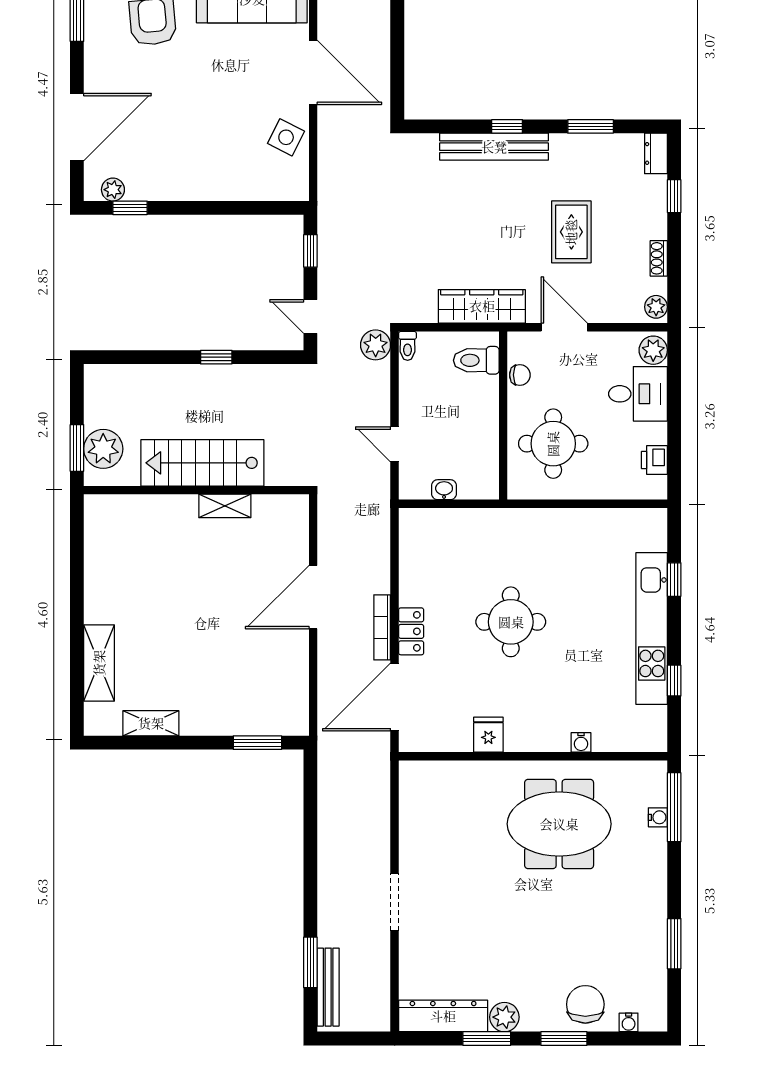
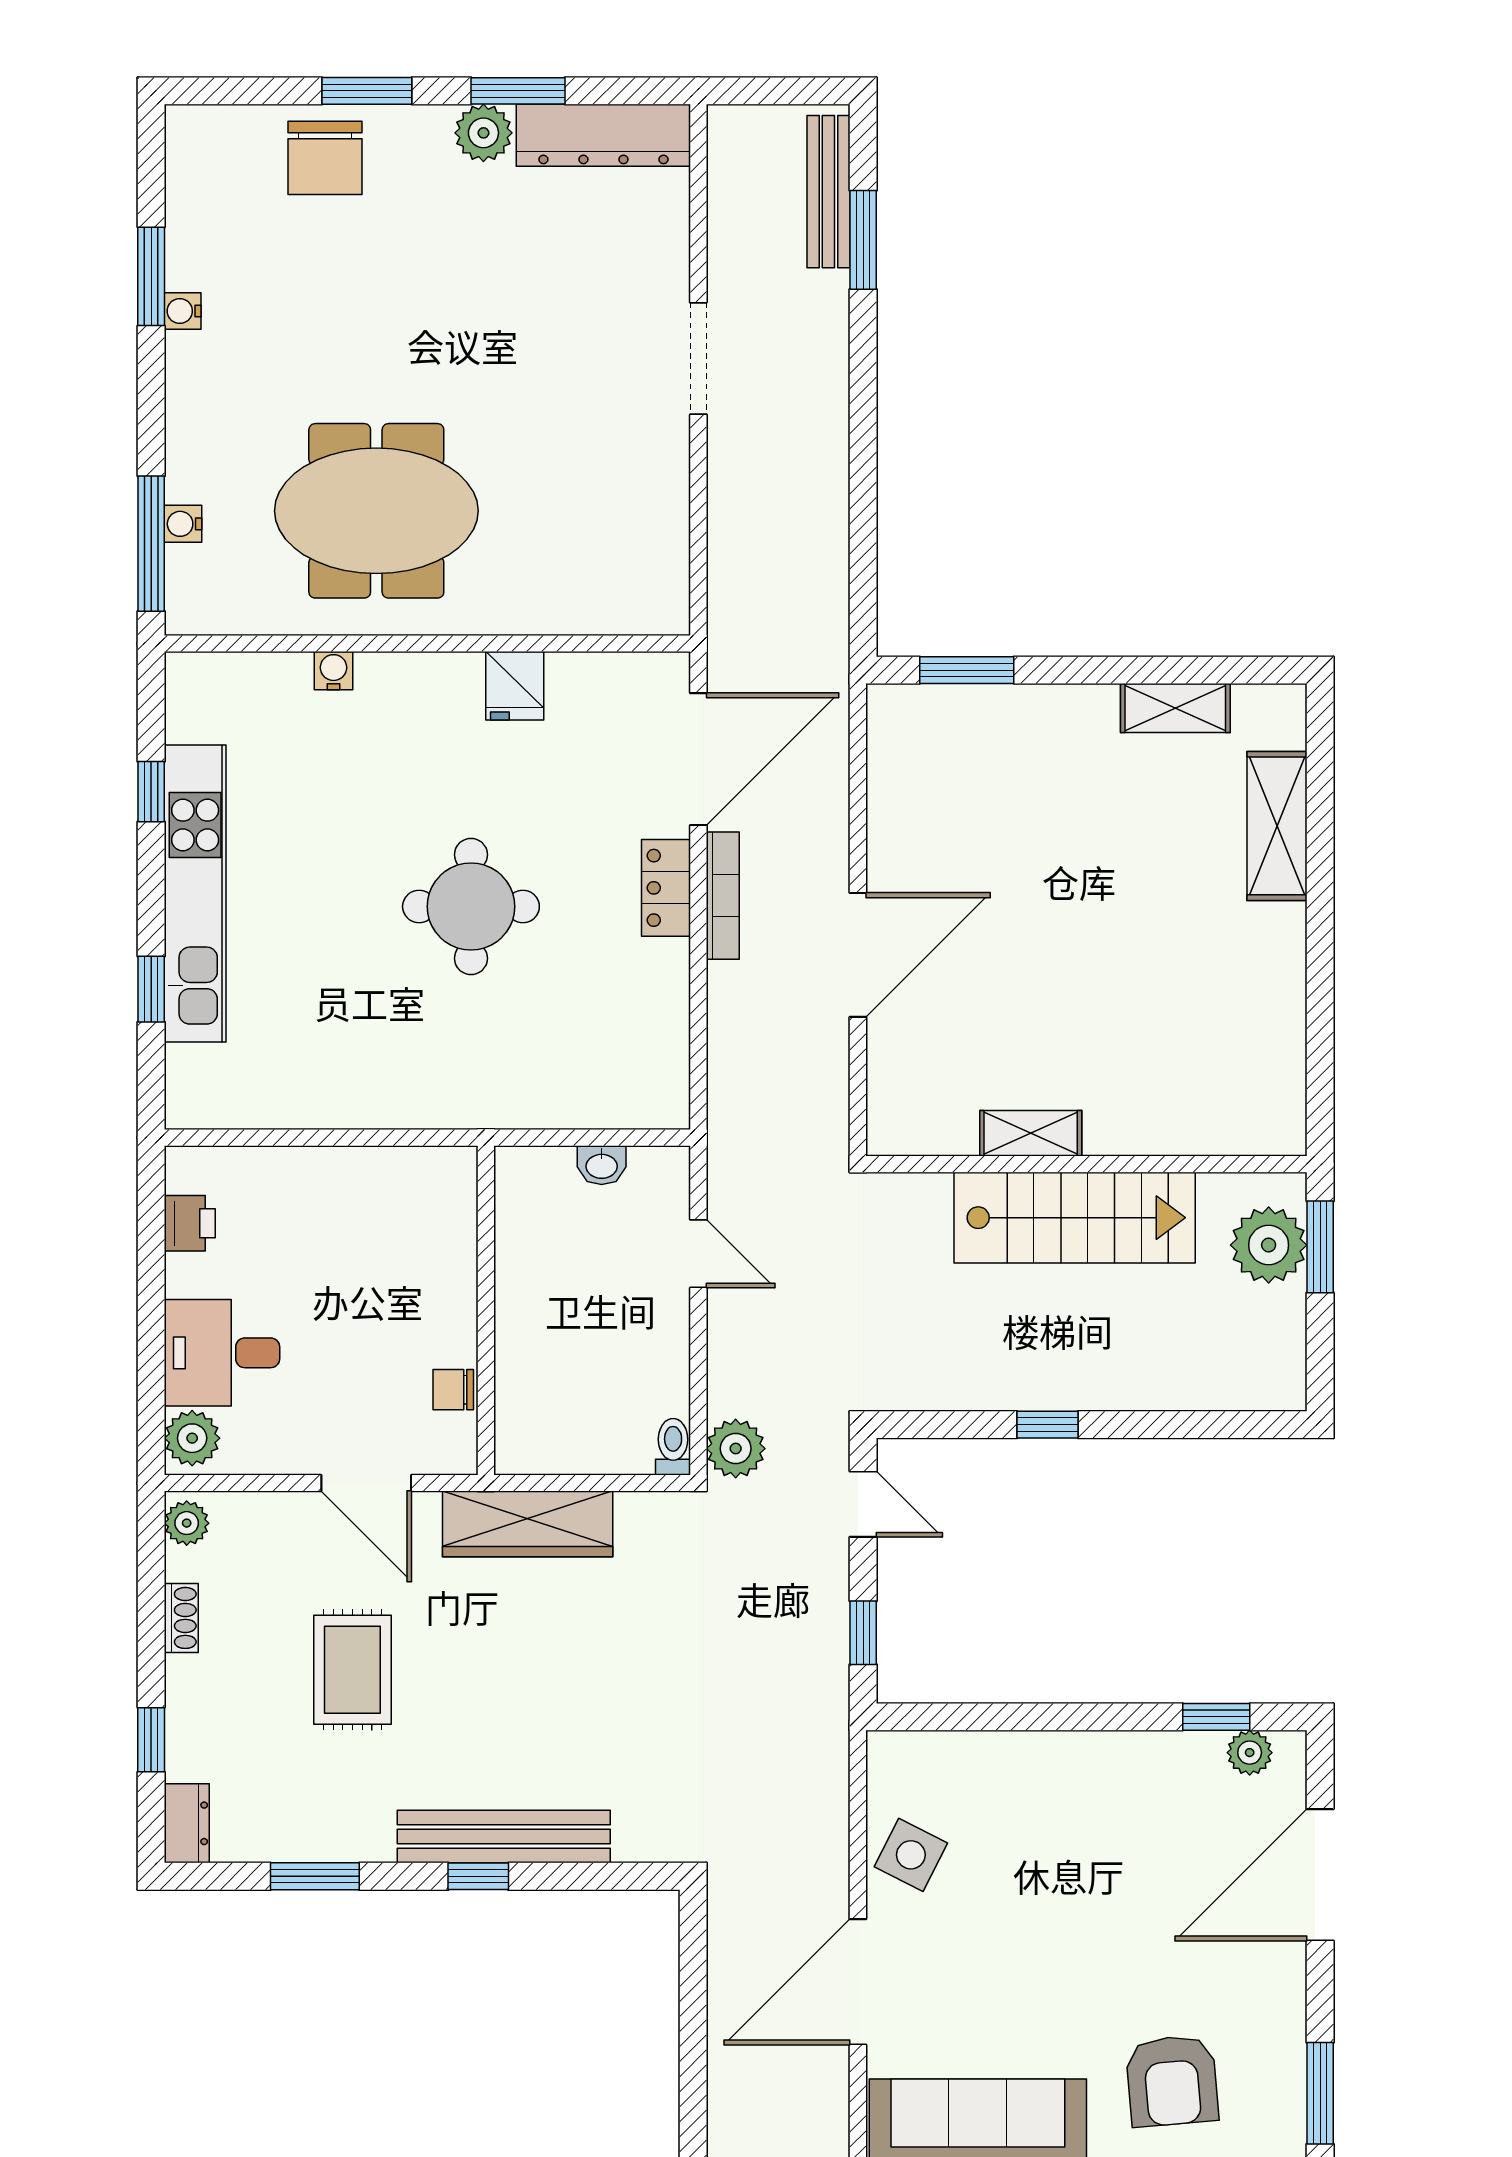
door: (313, 72) -> (858, 1982), hinge flipped
toilet: (476, 360) -> (538, 1418), removed
round table: (553, 444) -> (388, 1255), removed
water cooler: (629, 1022) -> (183, 311), moved, turned -90

